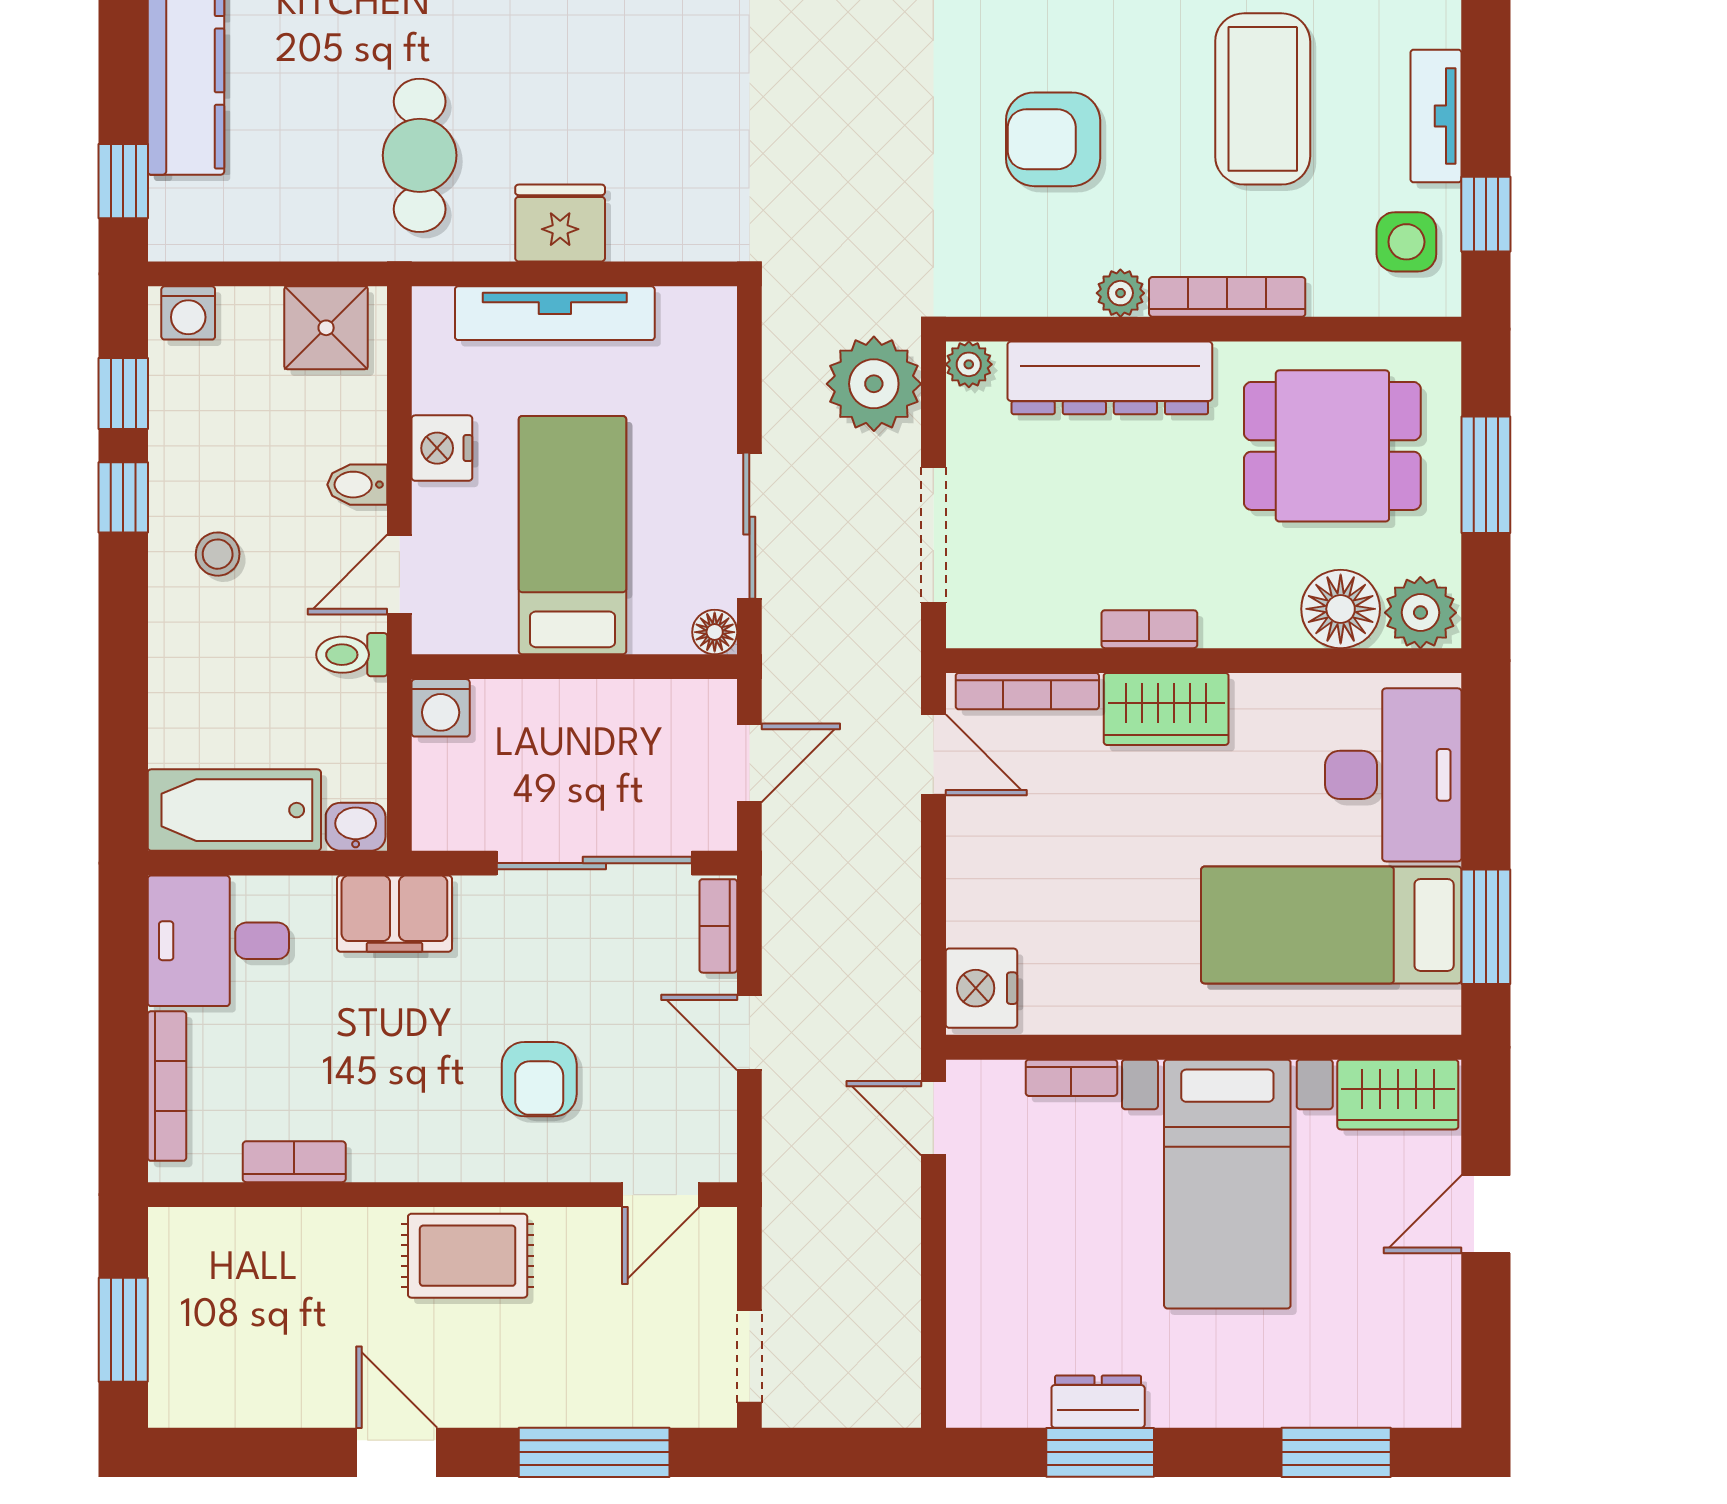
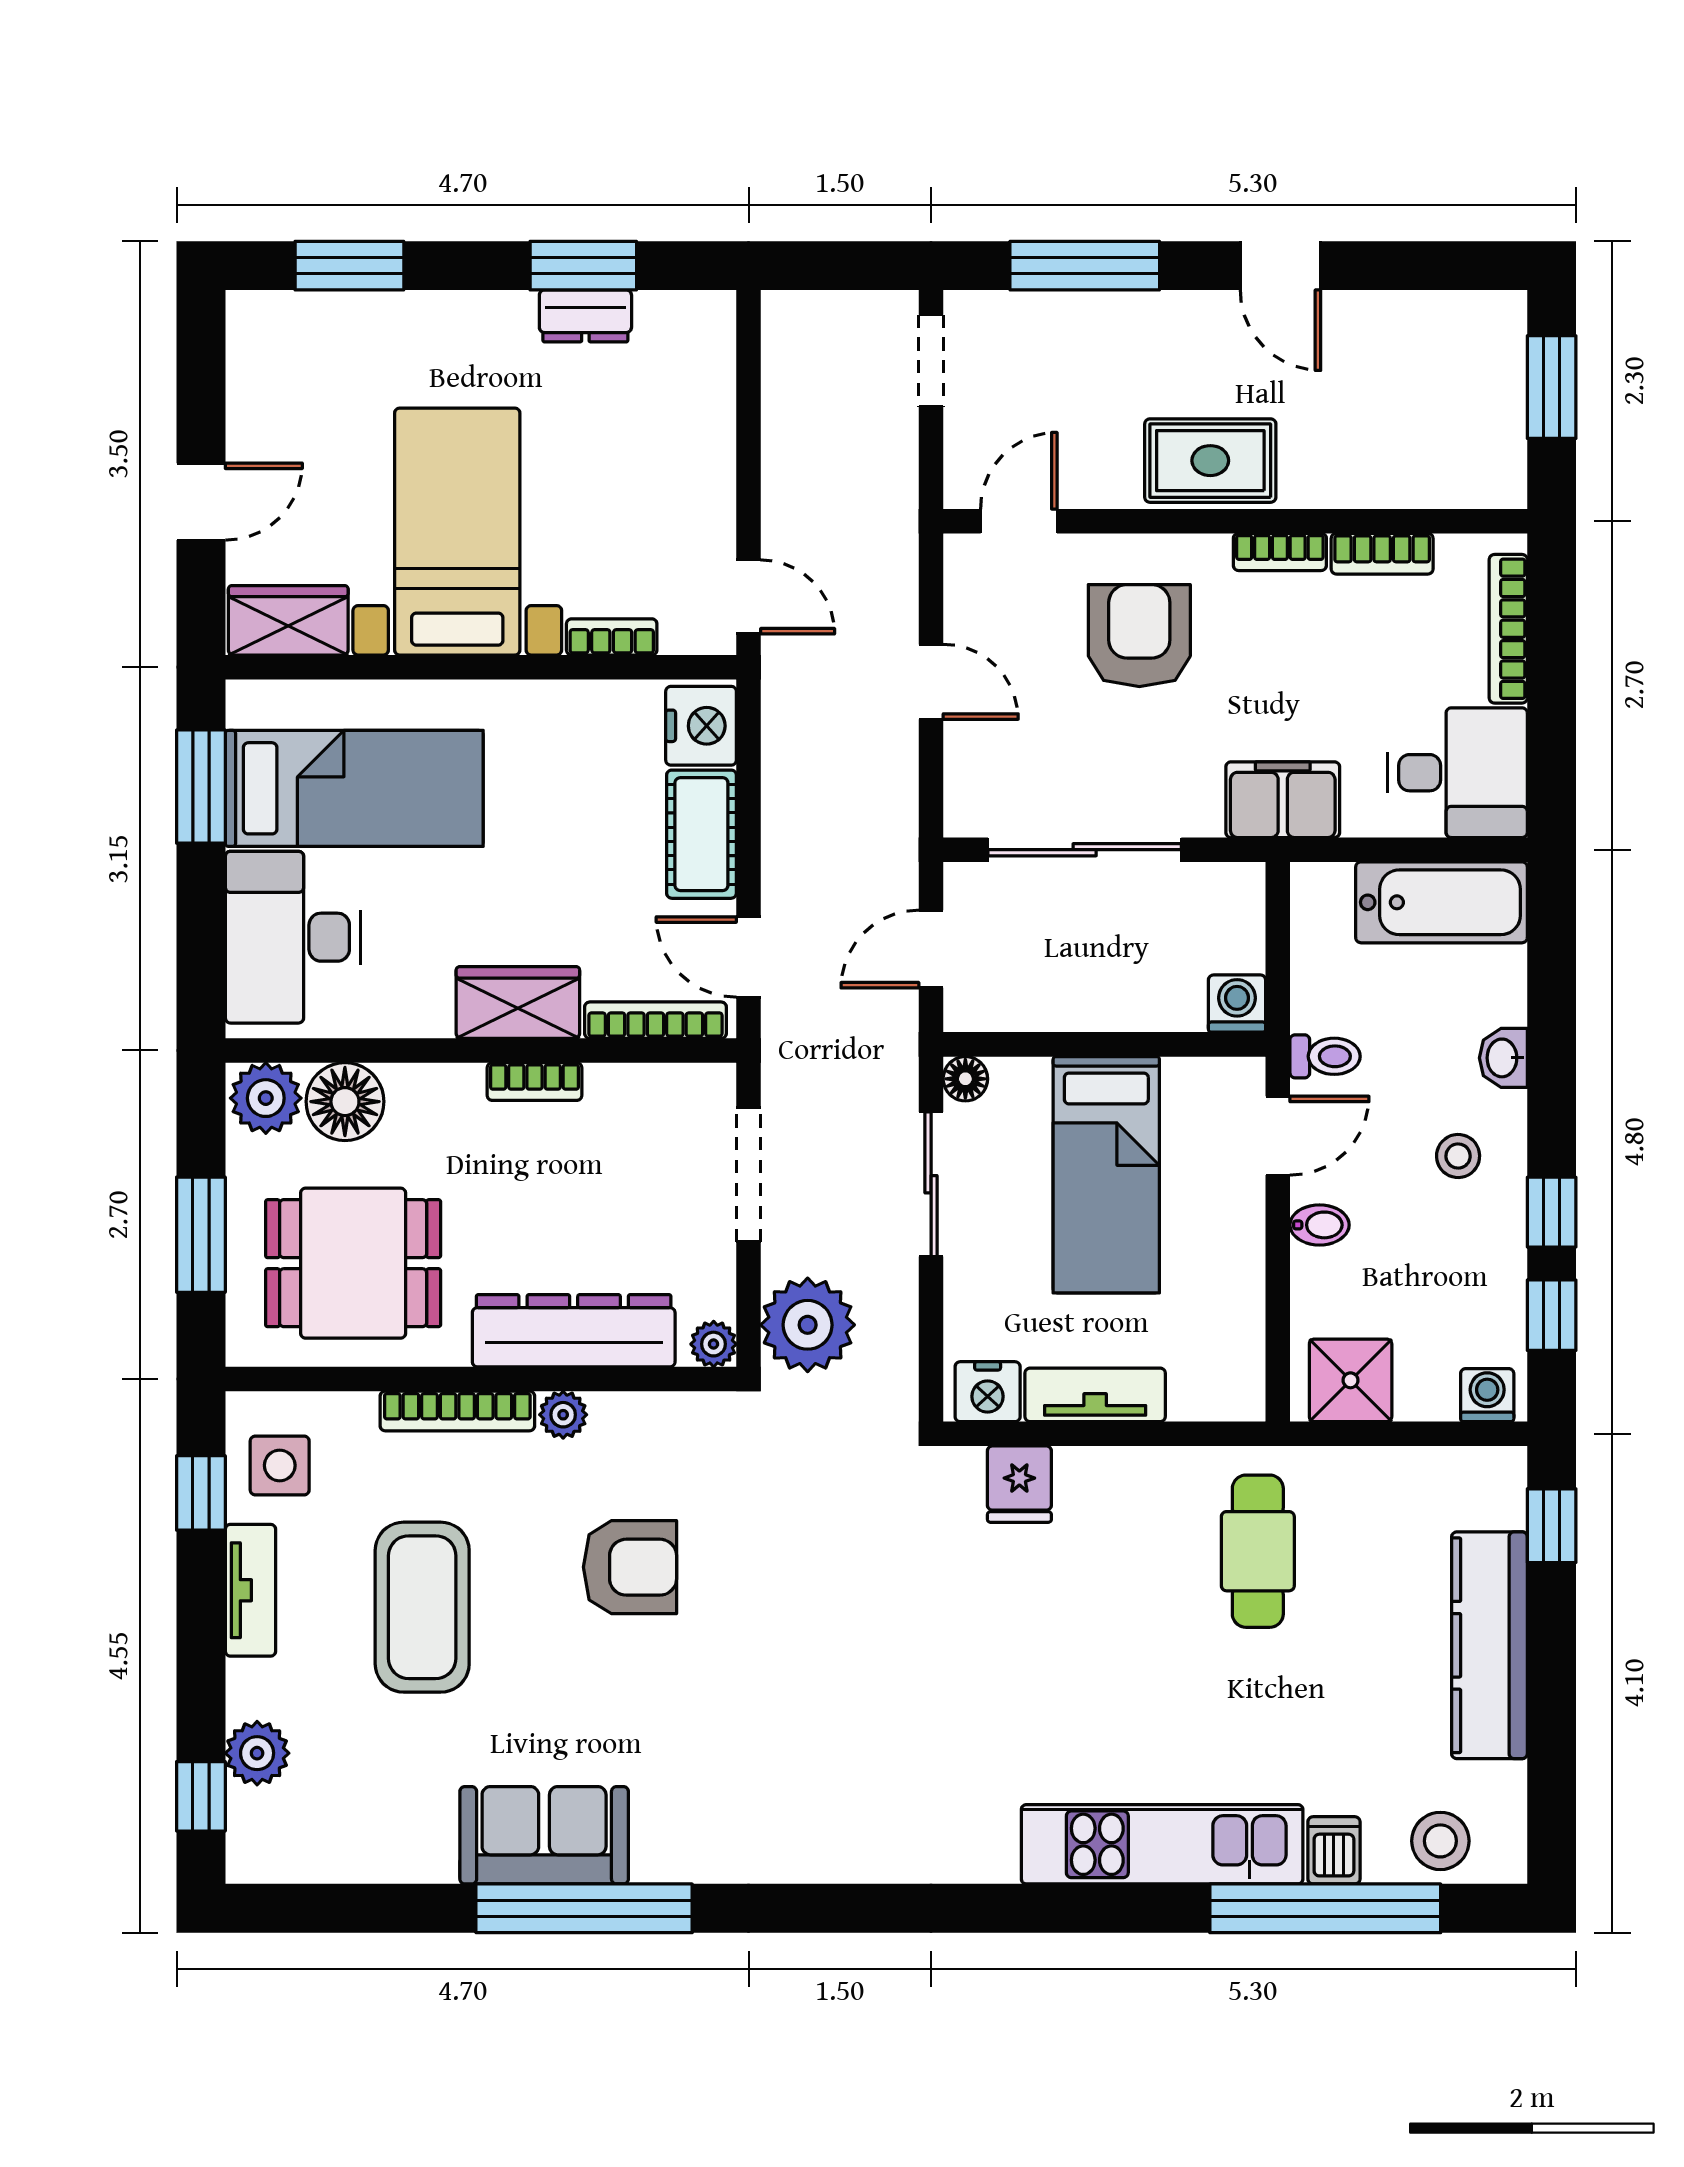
fridge: (560, 223) -> (1019, 1484), moved, width x0.72
tv unit: (555, 313) -> (1095, 1395), width x0.71
nightstand: (442, 448) -> (988, 1392), moved, turned 90
washbasin: (356, 827) -> (1503, 1058), moved, turned 90
cot: (981, 879) -> (701, 834), added
bookcase: (718, 926) -> (1280, 552), moved, turned 90
armchair: (539, 1079) -> (1139, 636), width x1.38, depth x1.38

